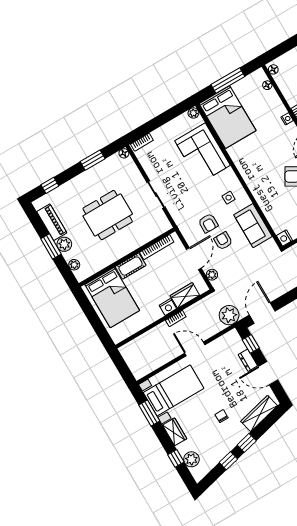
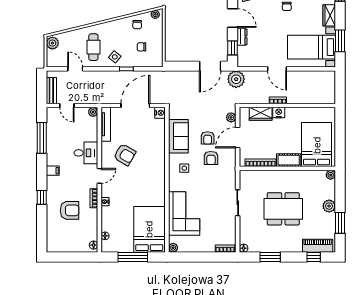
piano: (52, 222) -> (318, 246), moved, turned 90
armchair: (208, 223) -> (211, 158), turned 180
window: (51, 246) -> (340, 223), moved
plant: (74, 265) -> (331, 175), moved

